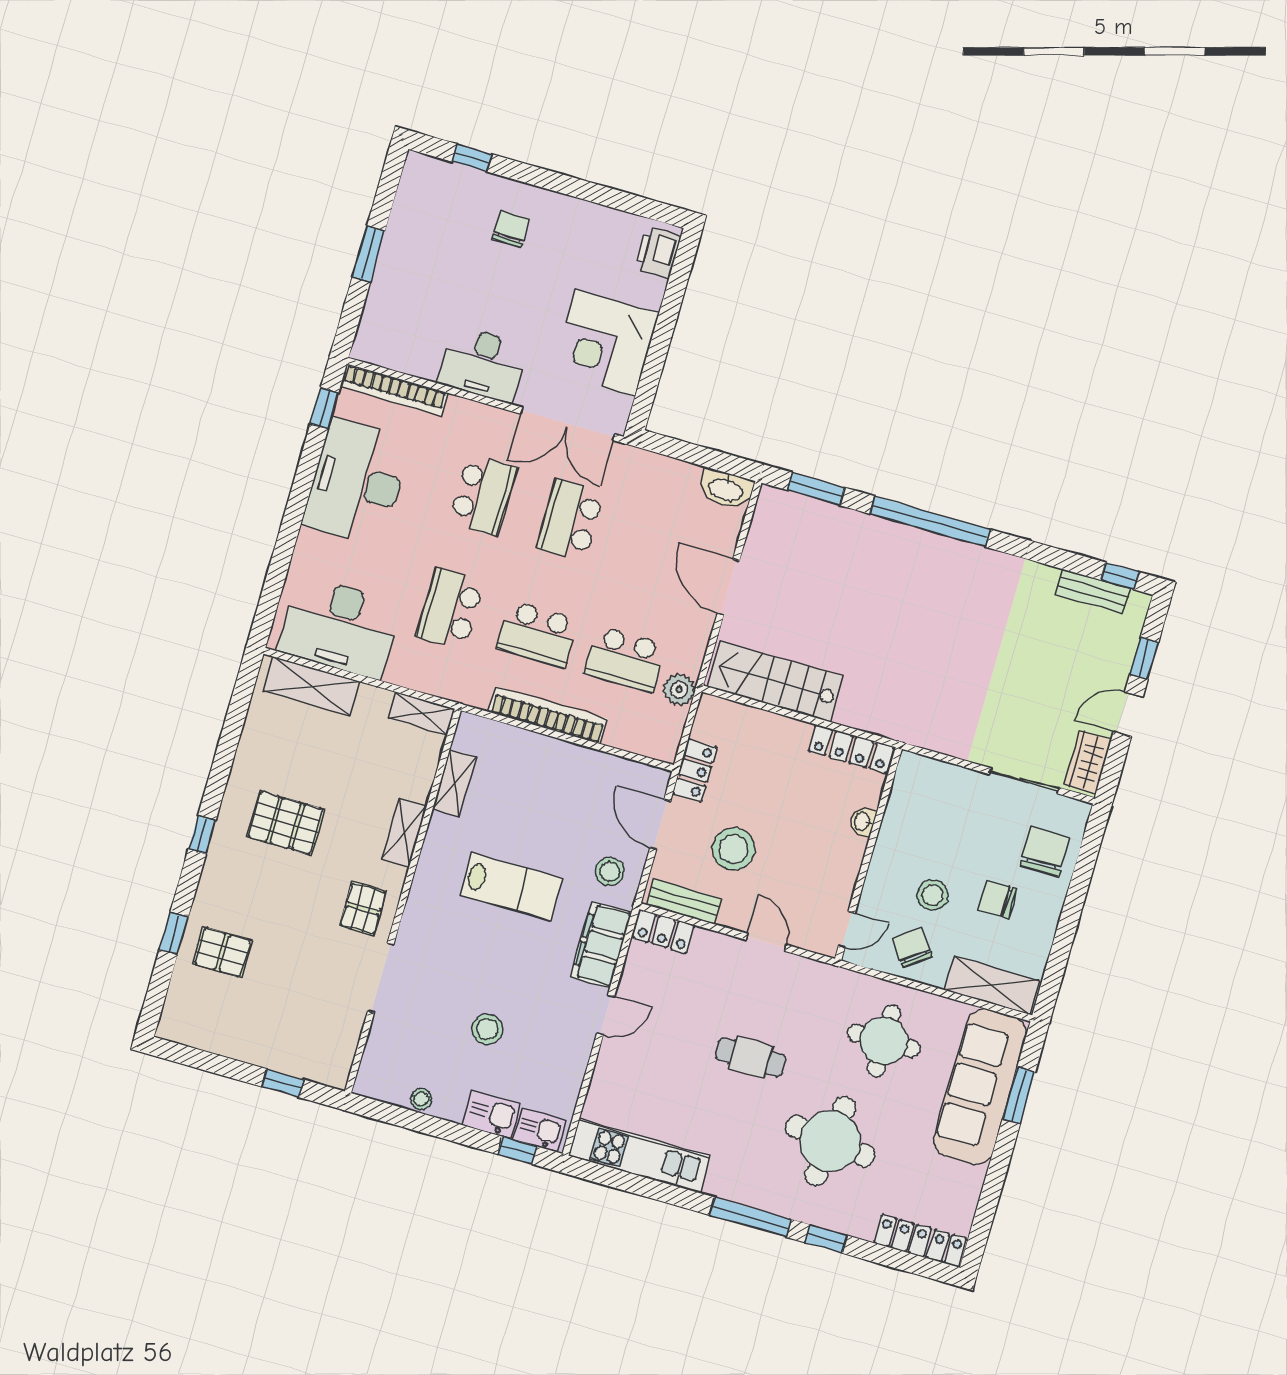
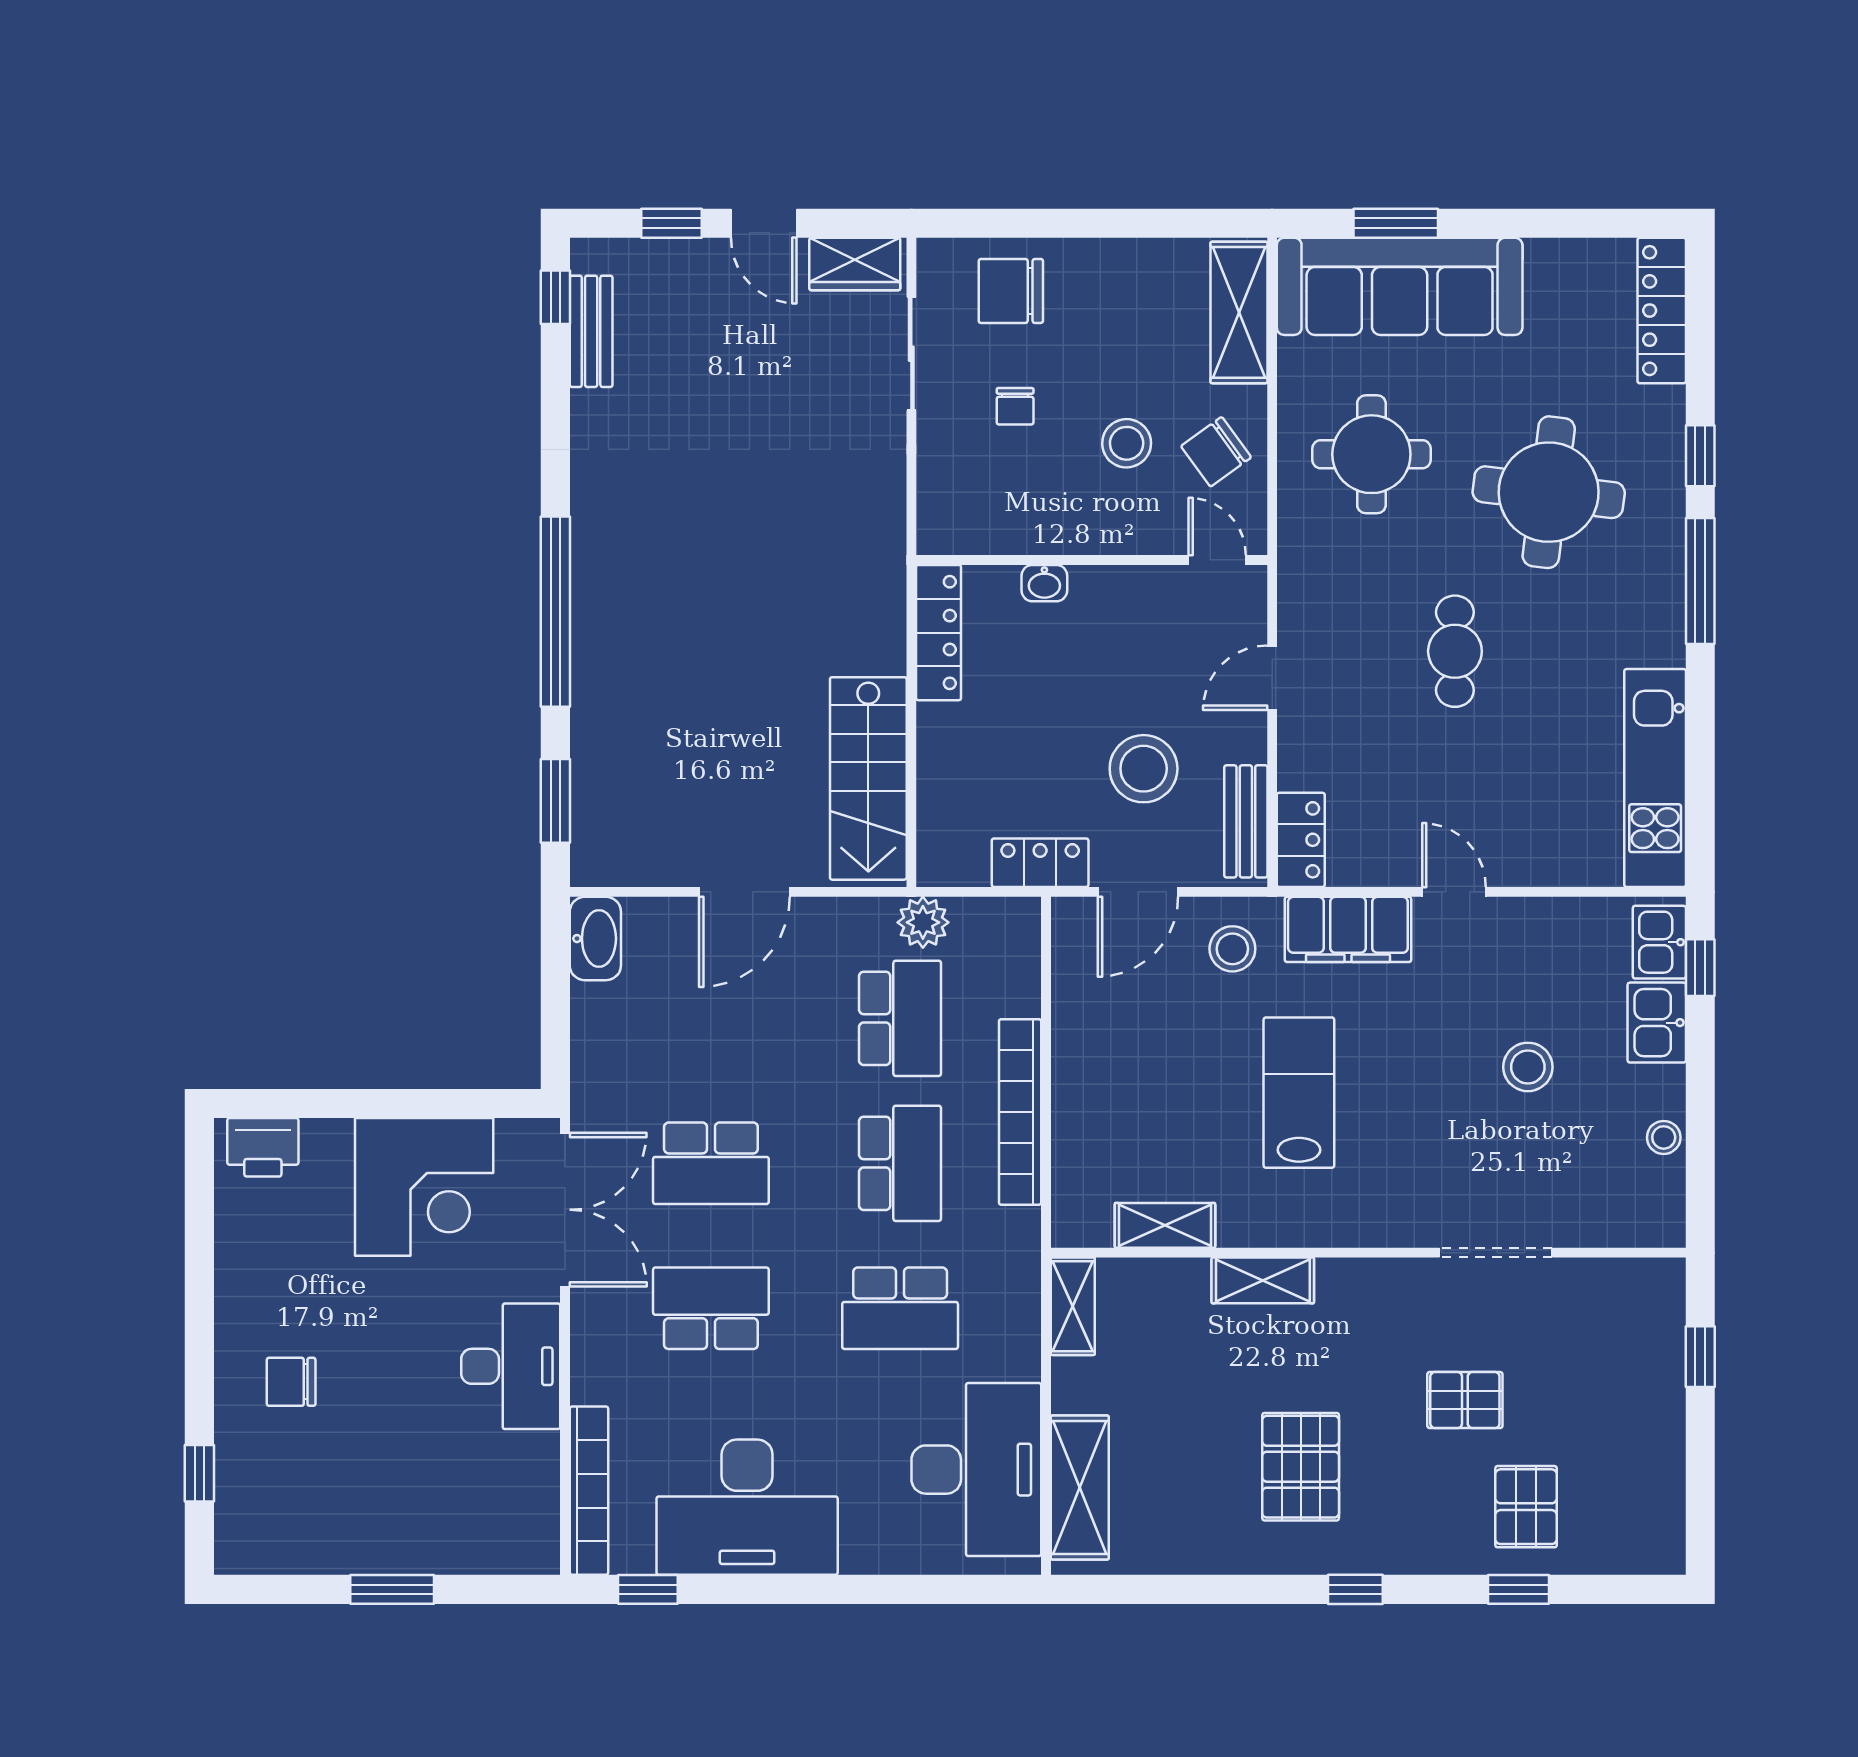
chair: (998, 899) -> (1015, 406), moved, width x0.73, depth x0.73
pallet: (363, 909) -> (1465, 1400), moved

